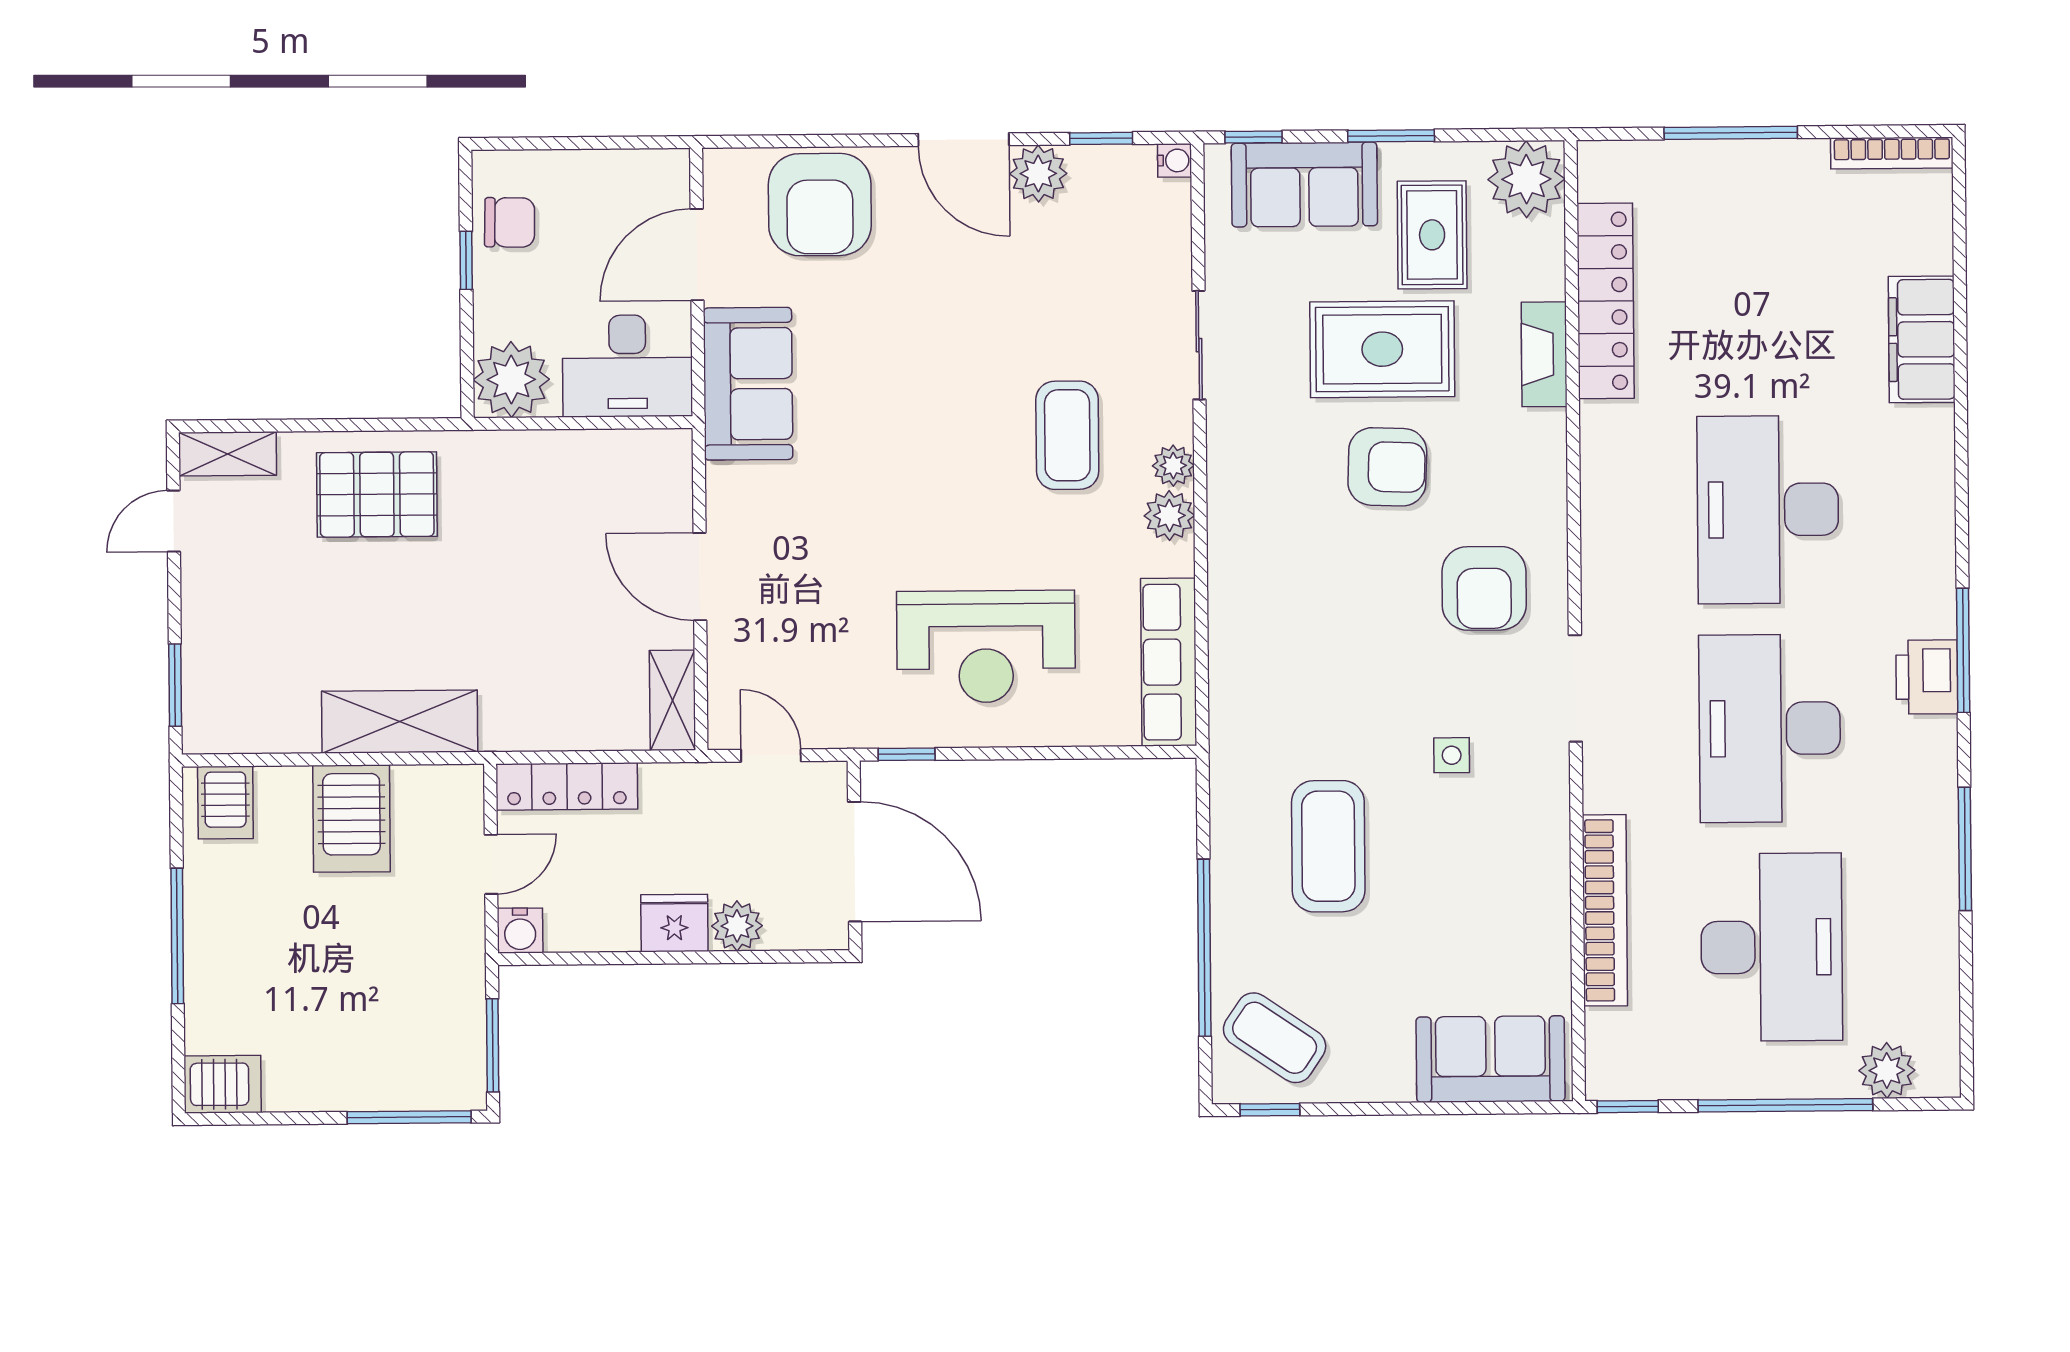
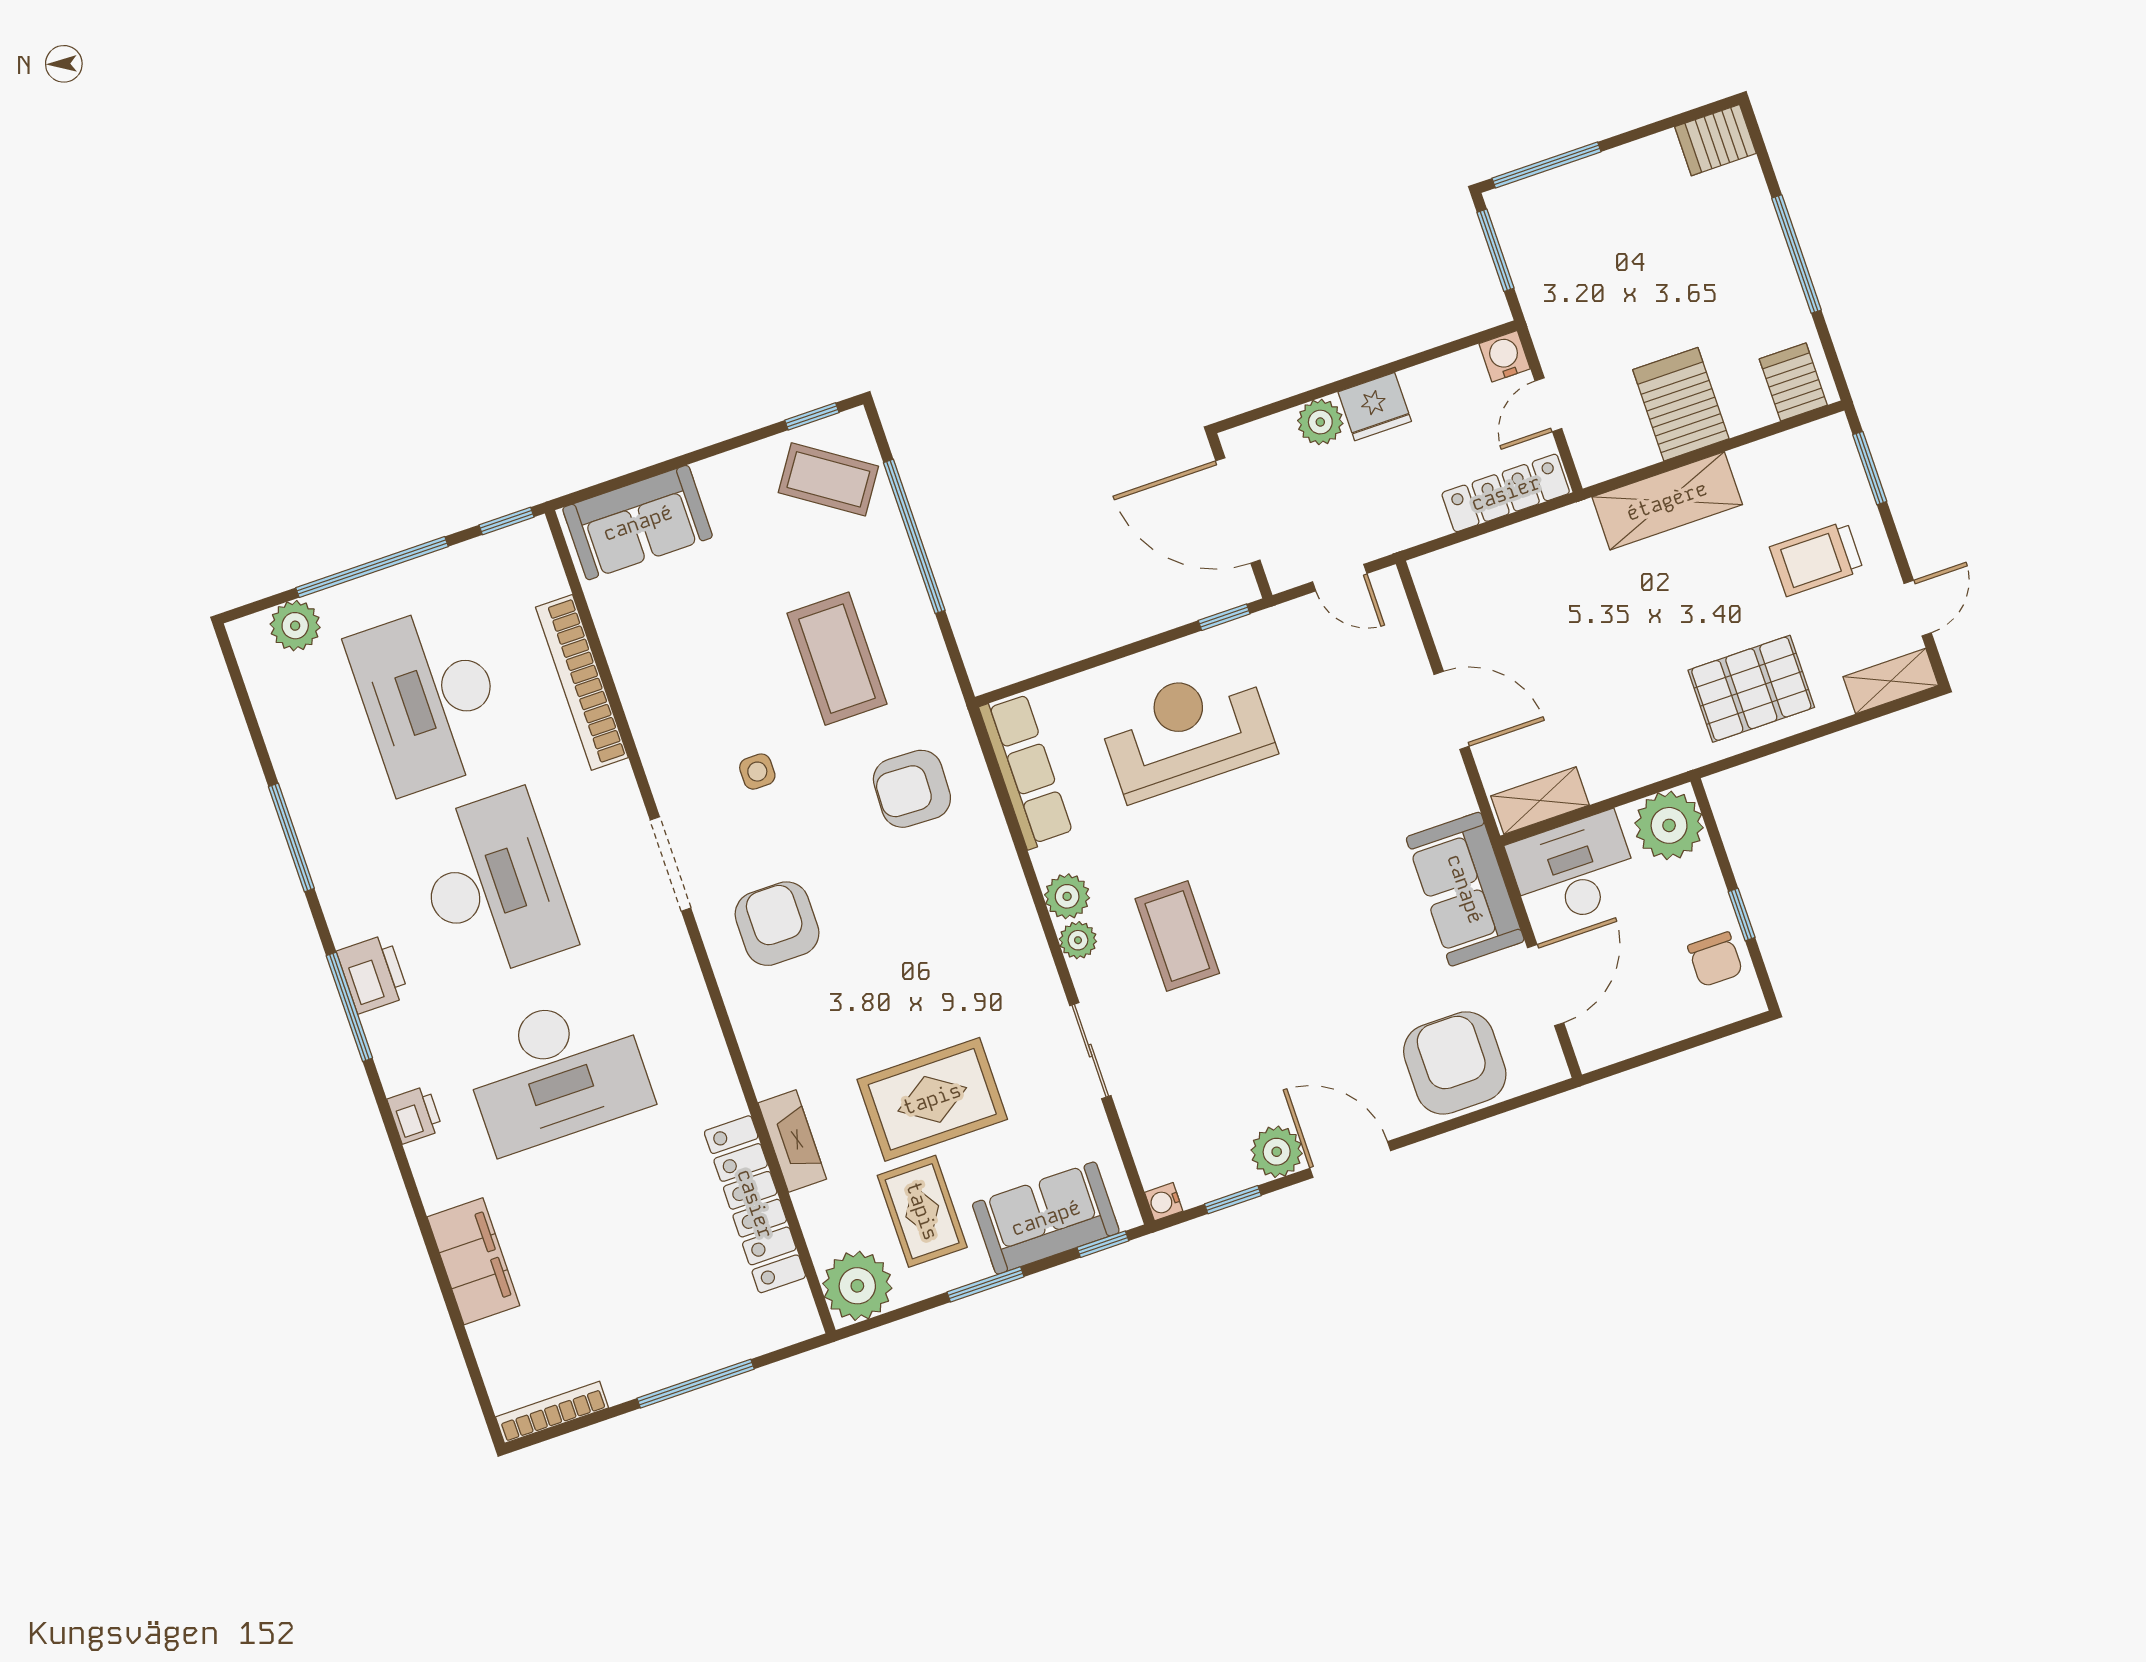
chair: (510, 222) -> (1715, 959), turned -91
armchair: (1387, 467) -> (912, 789), moved
desk: (1768, 510) -> (557, 1072), turned 90
printer: (1932, 514) -> (415, 1115), added
trolley: (263, 609) -> (1816, 559), added
shelving: (672, 700) -> (1540, 800), moved, turned 90

